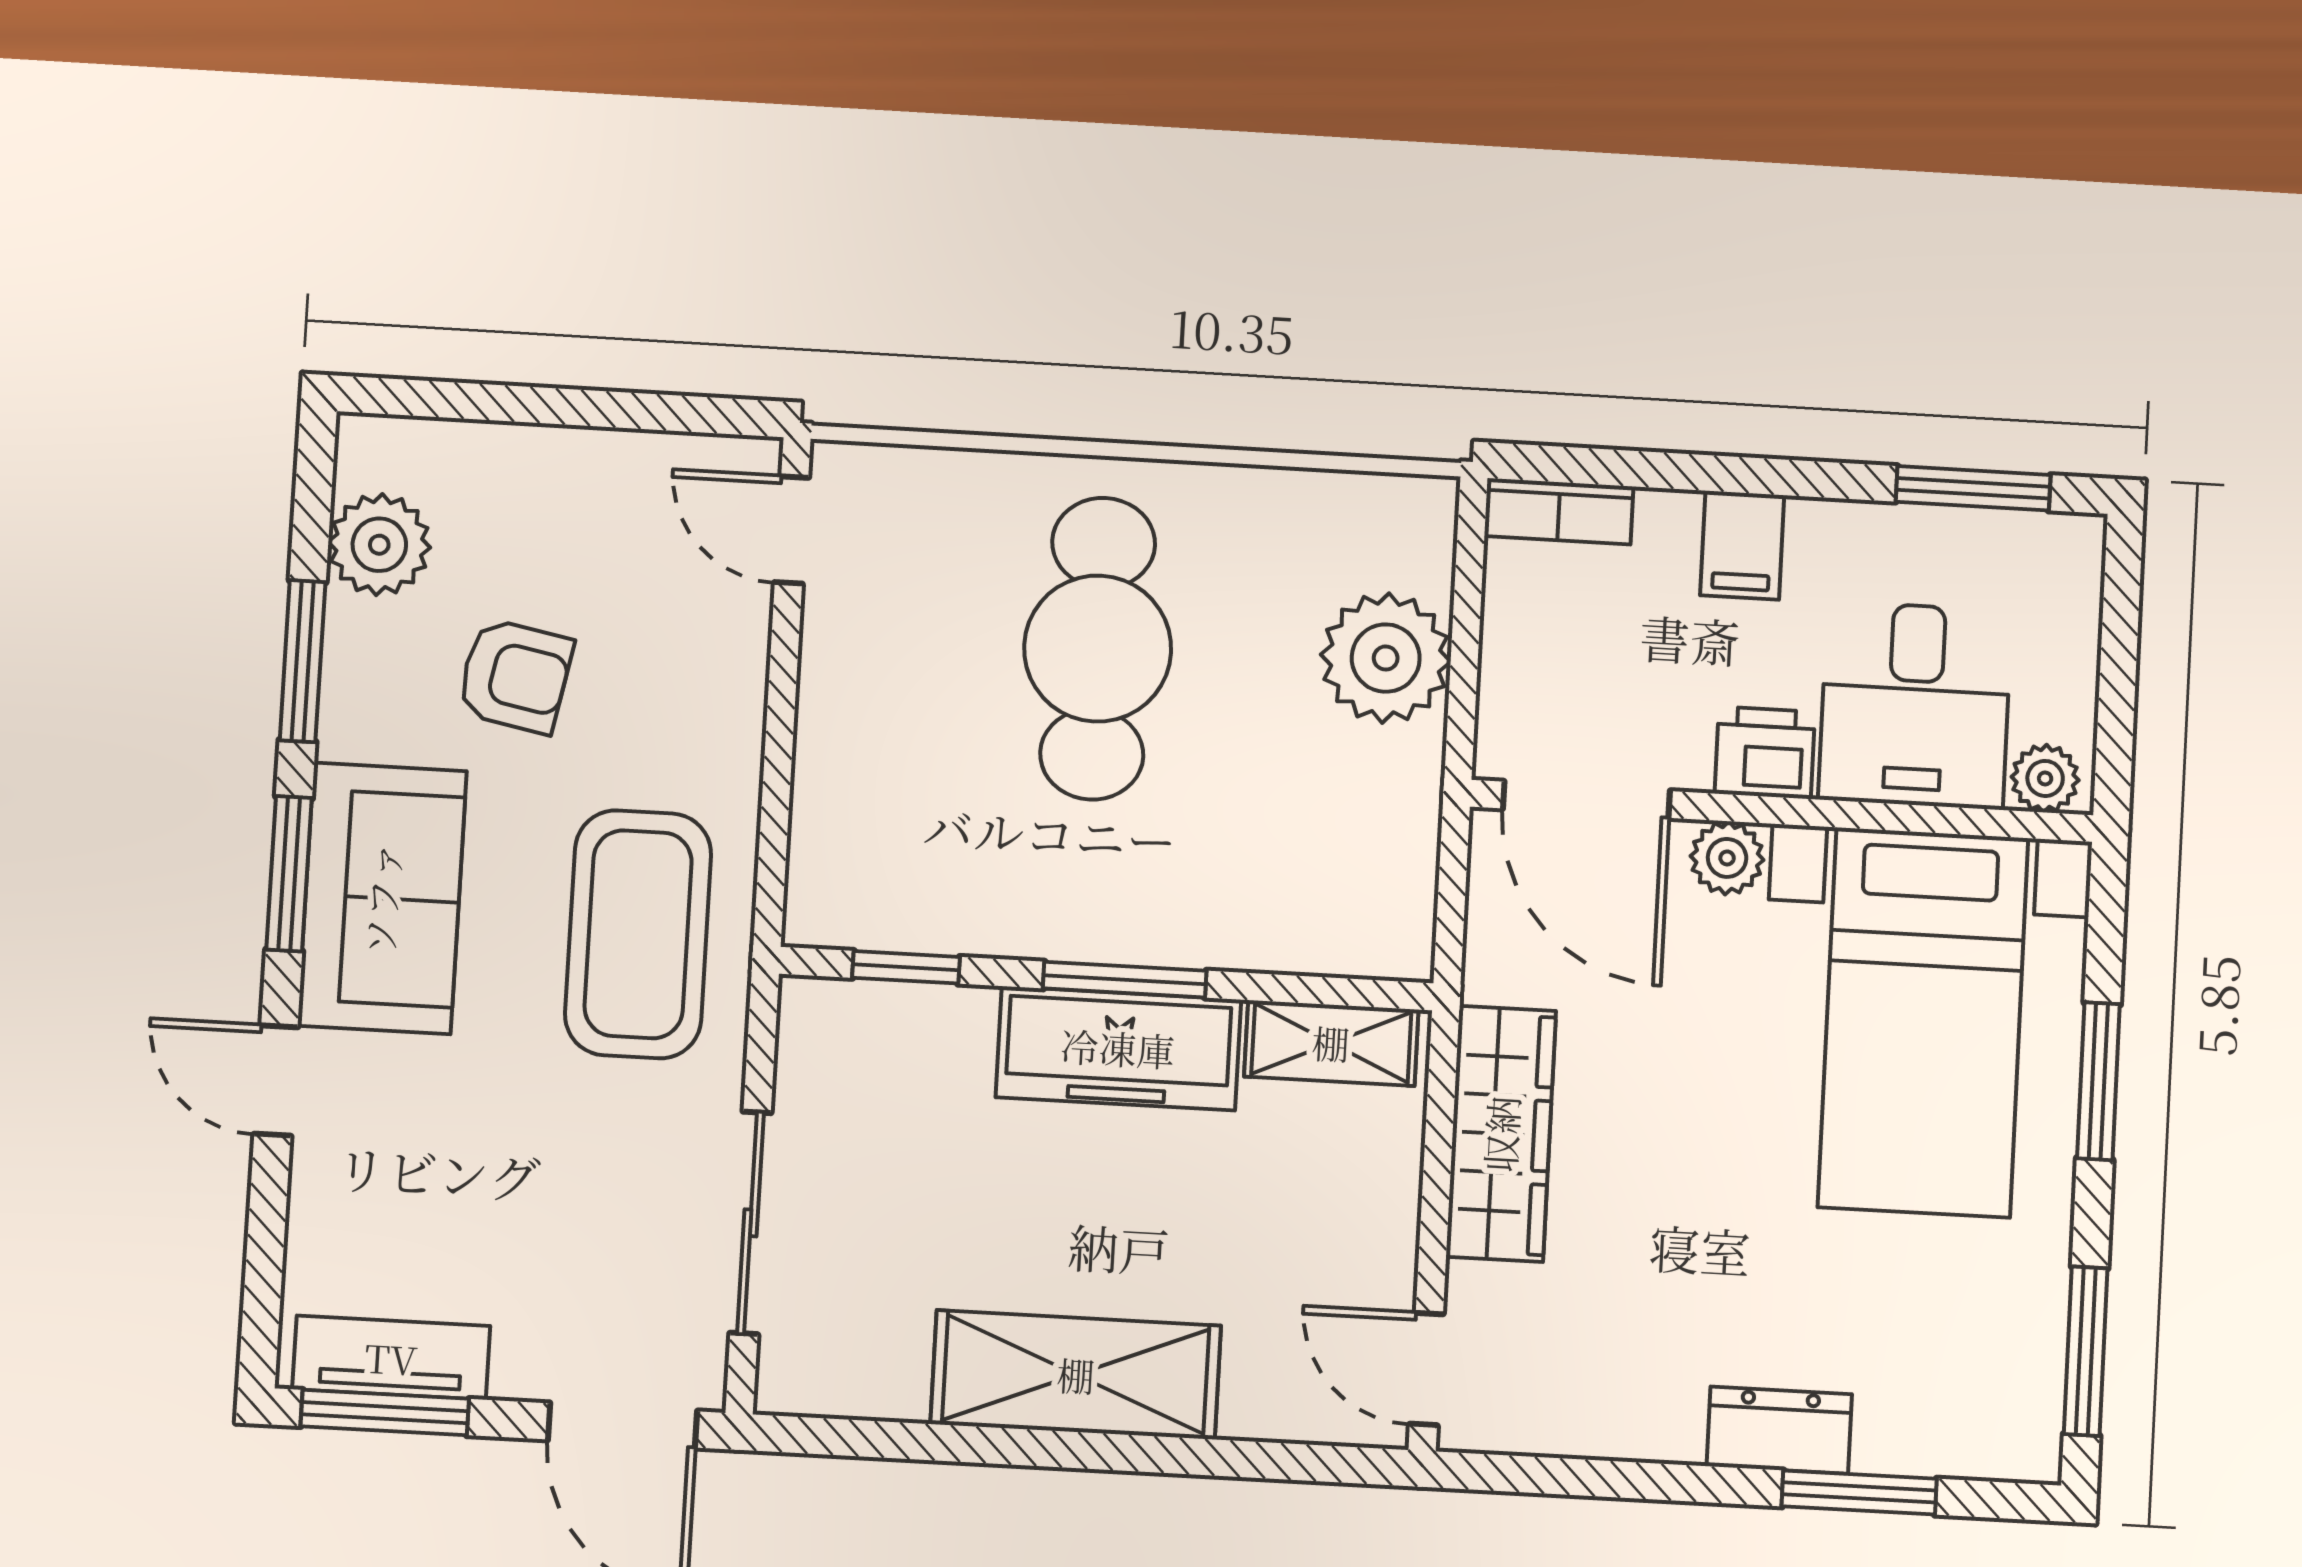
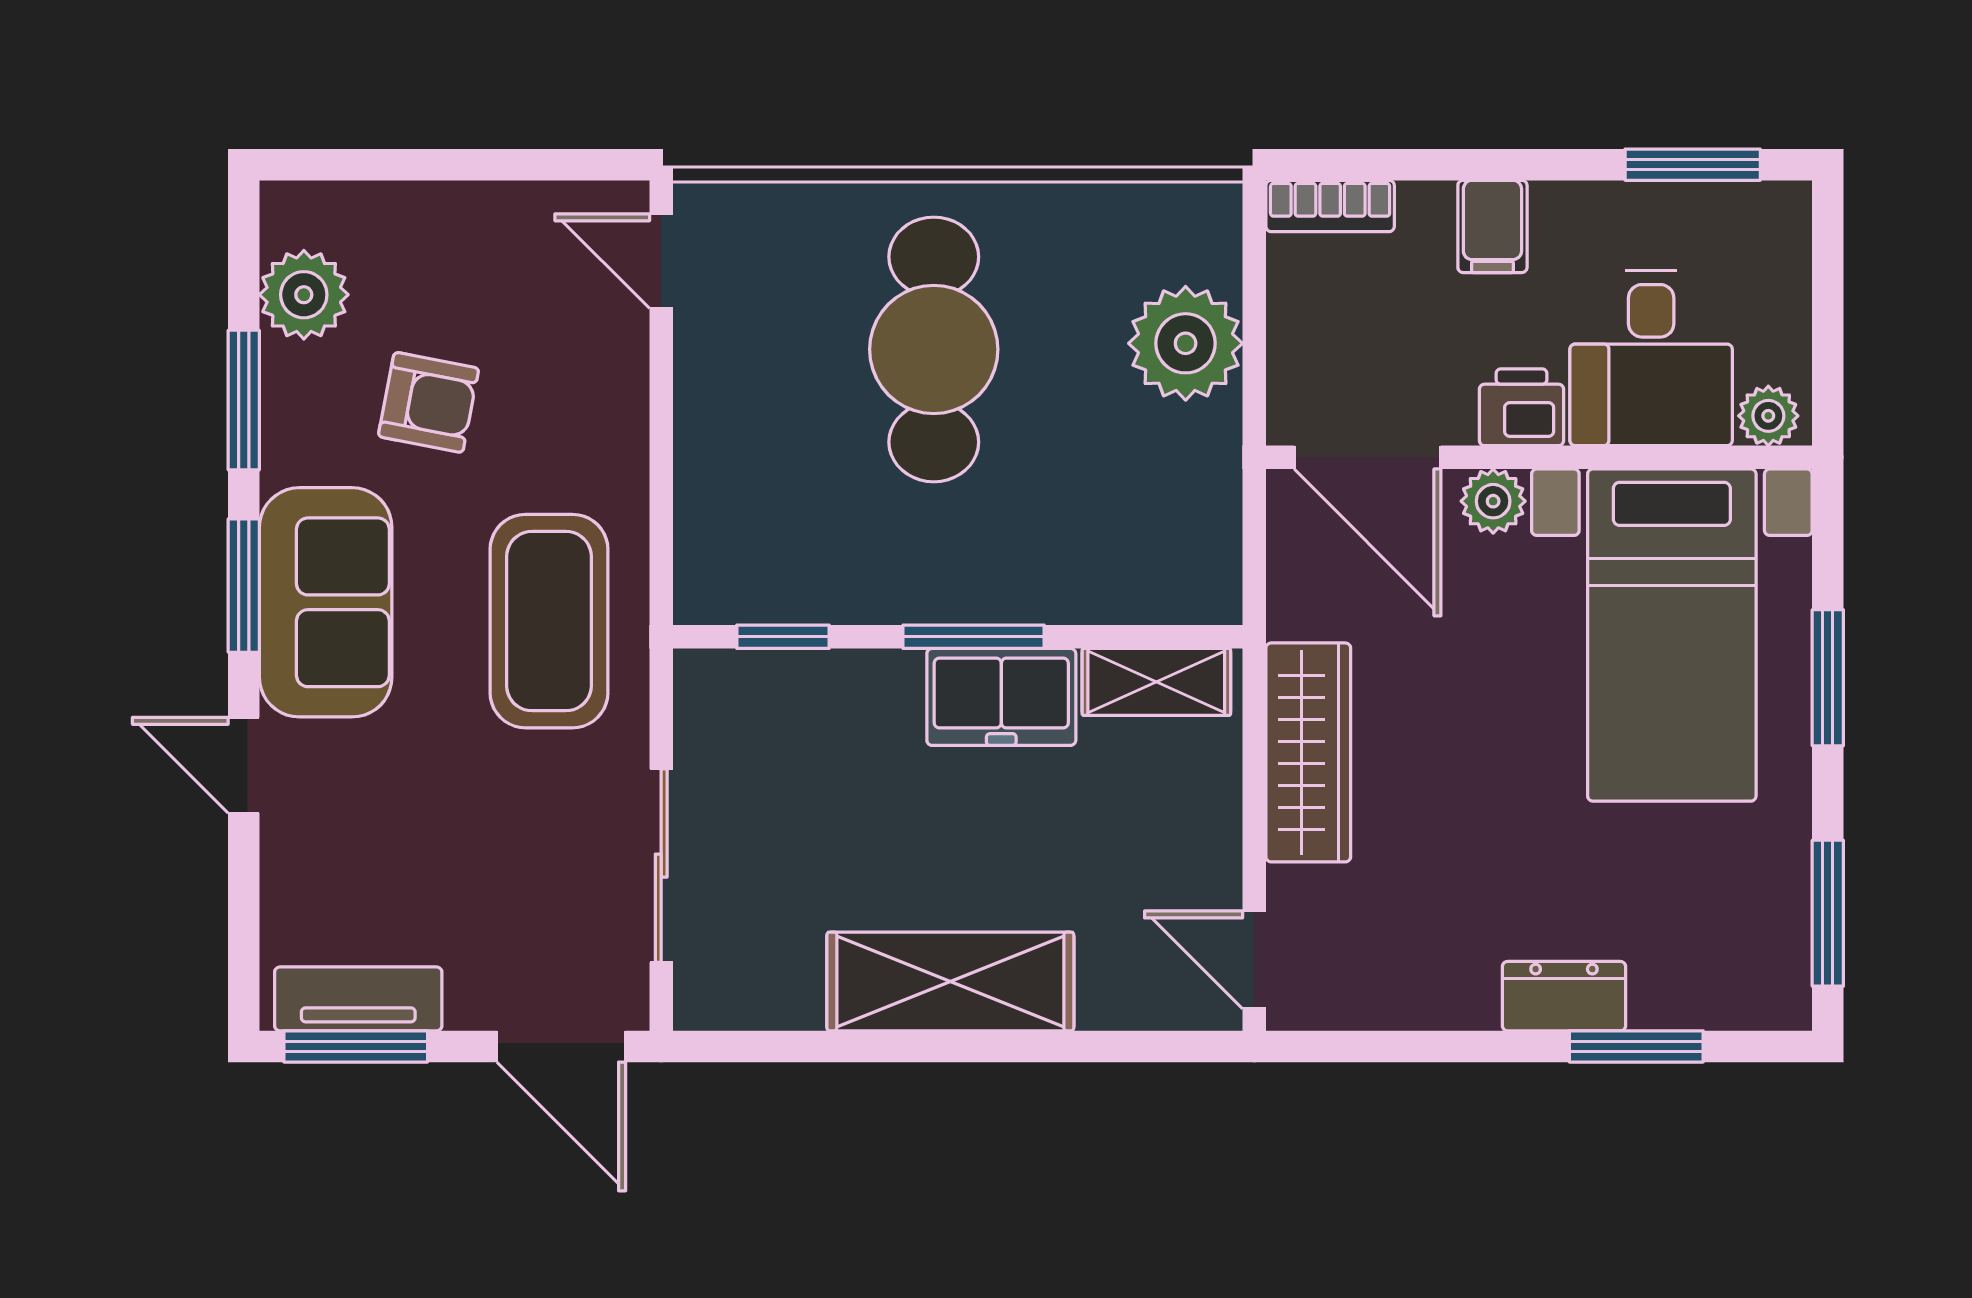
freezer: (1118, 1048) -> (1001, 697), width x0.71

